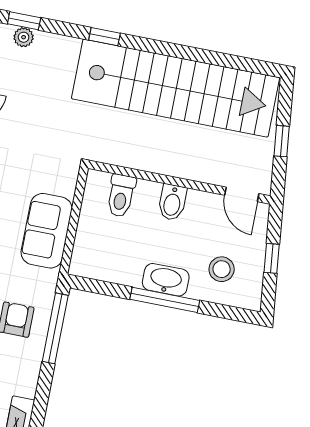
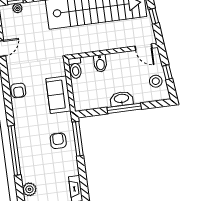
toilet: (121, 196) -> (75, 68), moved
bidet: (172, 202) -> (100, 63), moved
stool: (222, 269) -> (156, 81), moved

